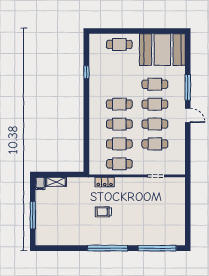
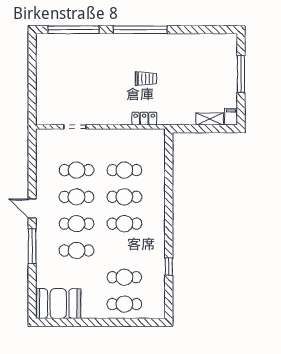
booth: (162, 50) -> (58, 304), width x0.73, depth x0.70
cafe table: (119, 164) -> (124, 277), moved

